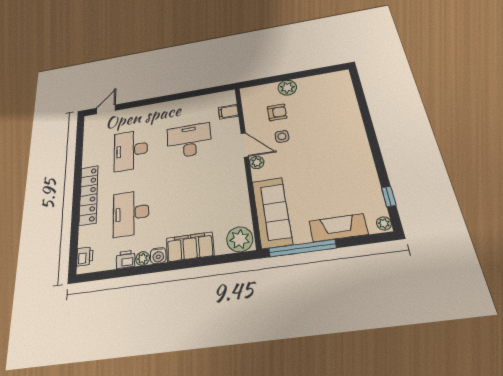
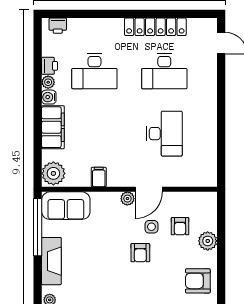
armchair: (328, 89) -> (198, 281), added
filing cabinet: (228, 112) -> (99, 177), moved
armchair: (310, 142) -> (140, 253), added
desk: (131, 150) -> (164, 71), turned 180
locker: (89, 195) -> (155, 27), moved
sofa: (272, 212) -> (66, 206), width x0.73
desk: (131, 213) -> (94, 71), turned 180

